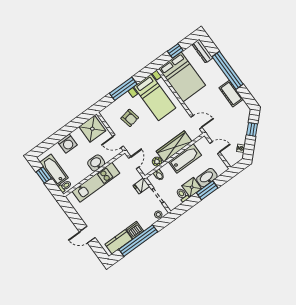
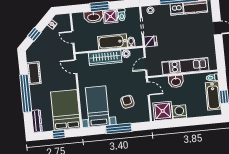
washing machine: (67, 144) -> (179, 112), moved
bathtub: (185, 158) -> (112, 42), moved

